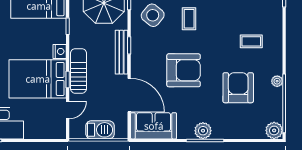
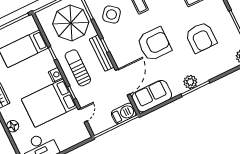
sun lounger: (78, 71) -> (78, 68), moved
plant: (277, 81) -> (227, 19), removed
armchair: (238, 88) -> (201, 37), turned 180
door: (129, 95) -> (123, 82), hinge flipped
barbecue: (100, 130) -> (124, 114), moved

